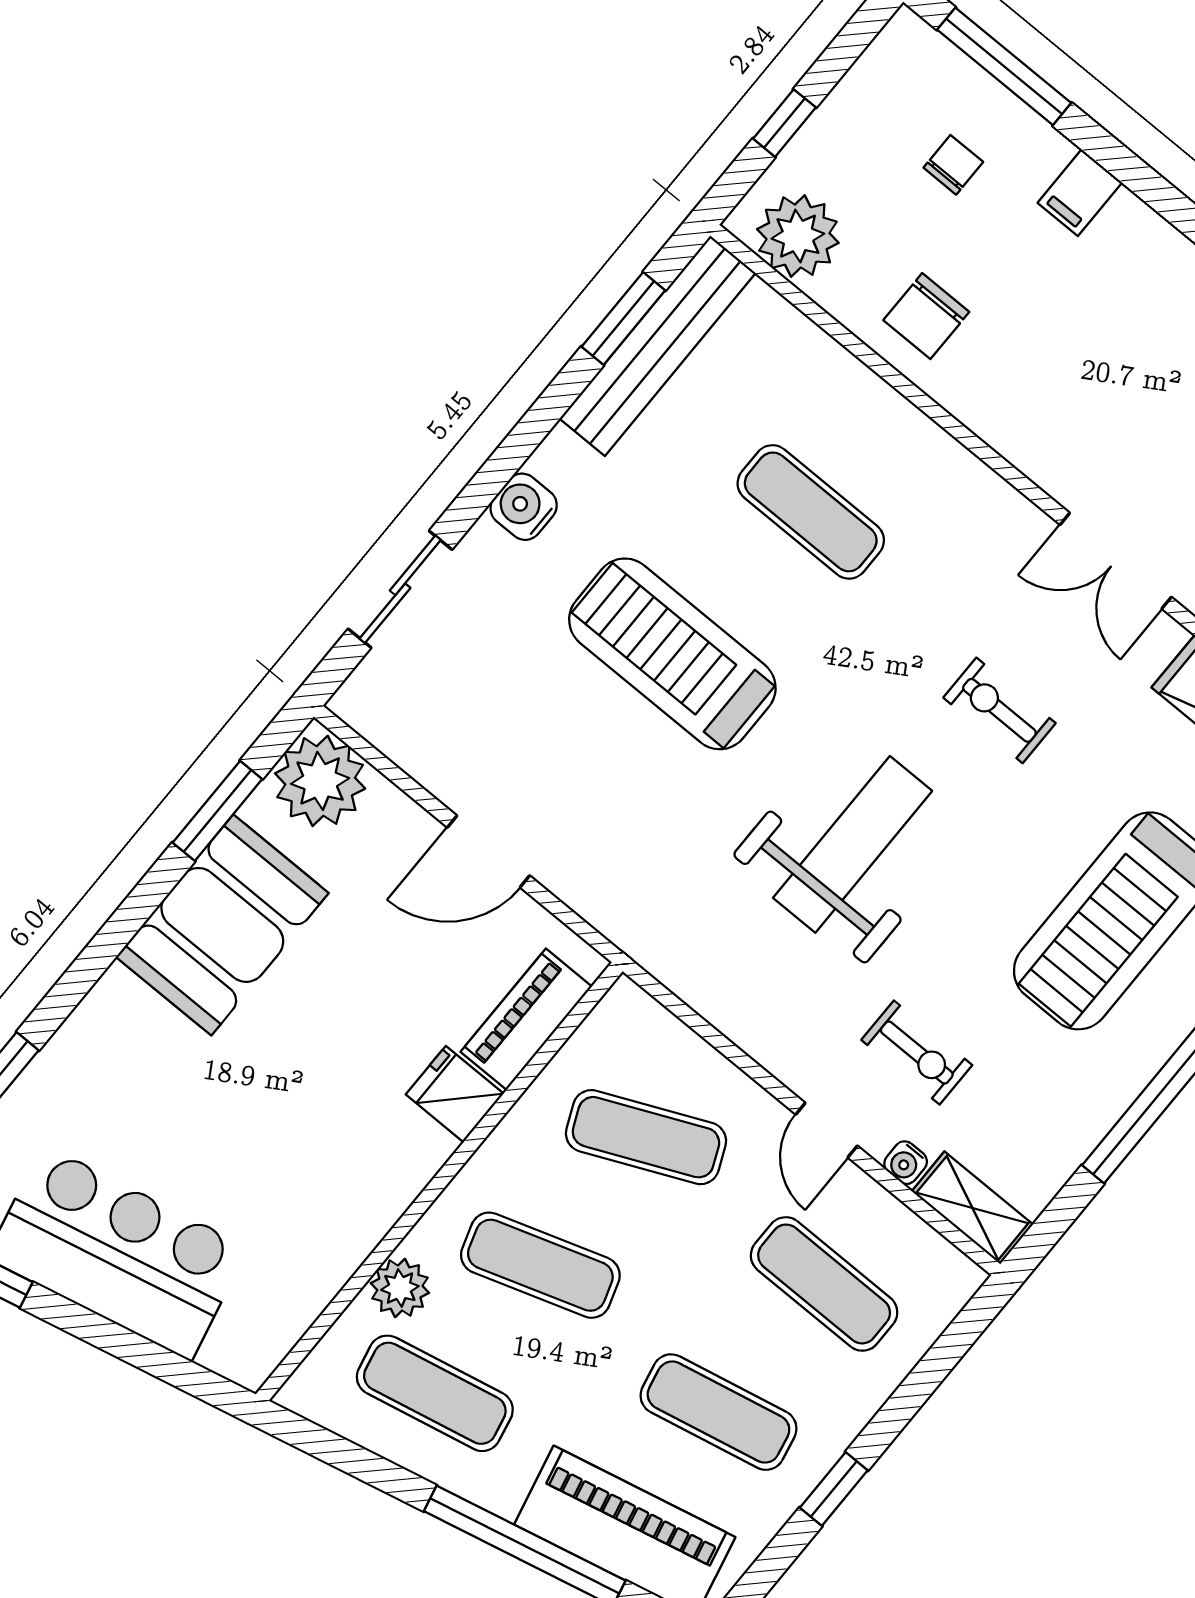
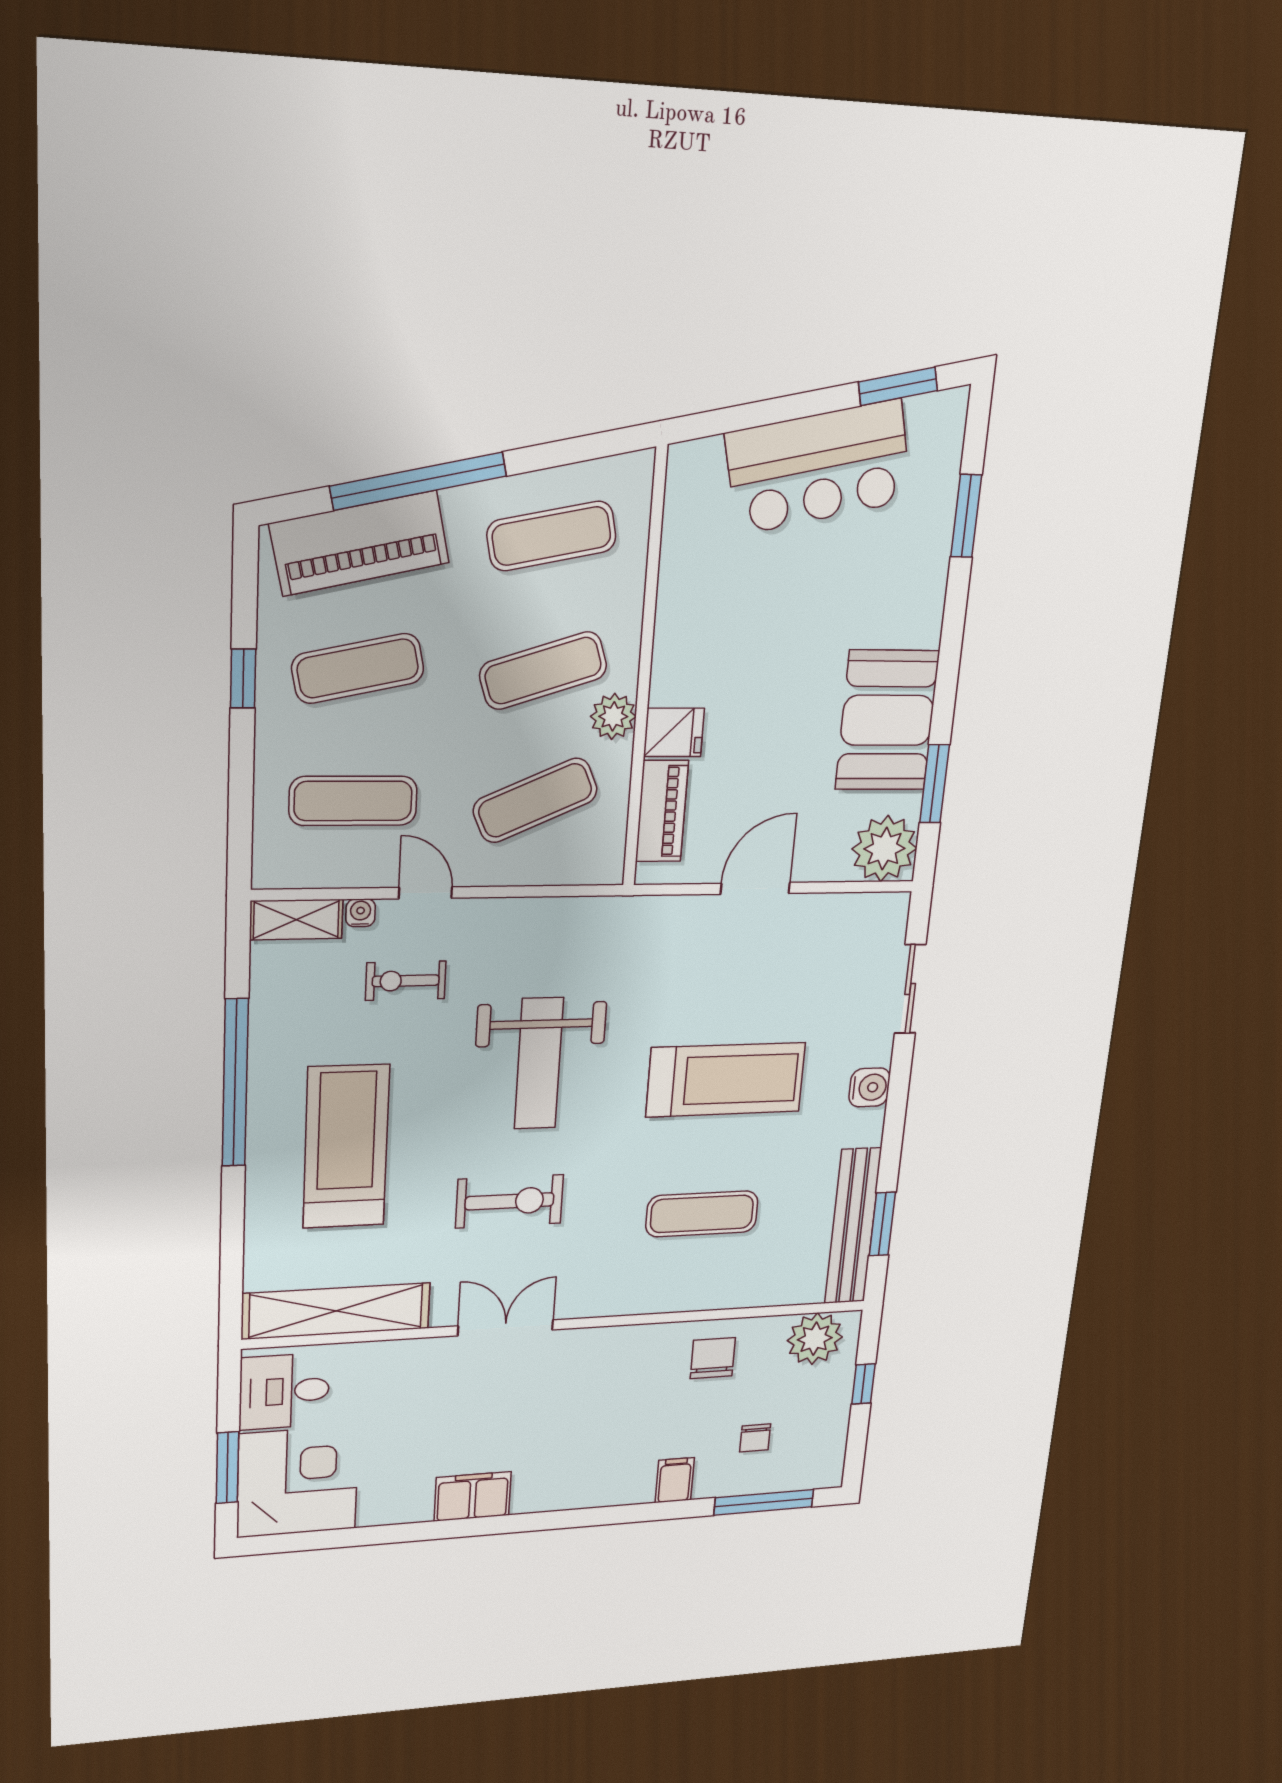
exercise bike: (999, 710) -> (510, 1201), width x1.38, depth x1.39
plant: (400, 1288) -> (613, 716), moved

